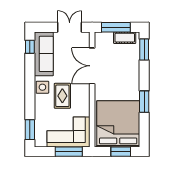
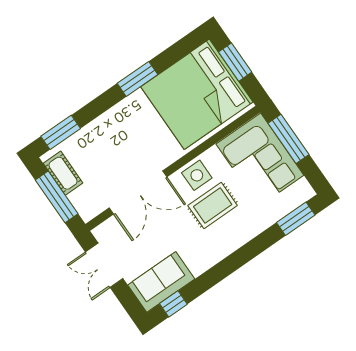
sofa: (44, 54) -> (161, 282), width x0.73
side table: (42, 87) -> (197, 175), moved

